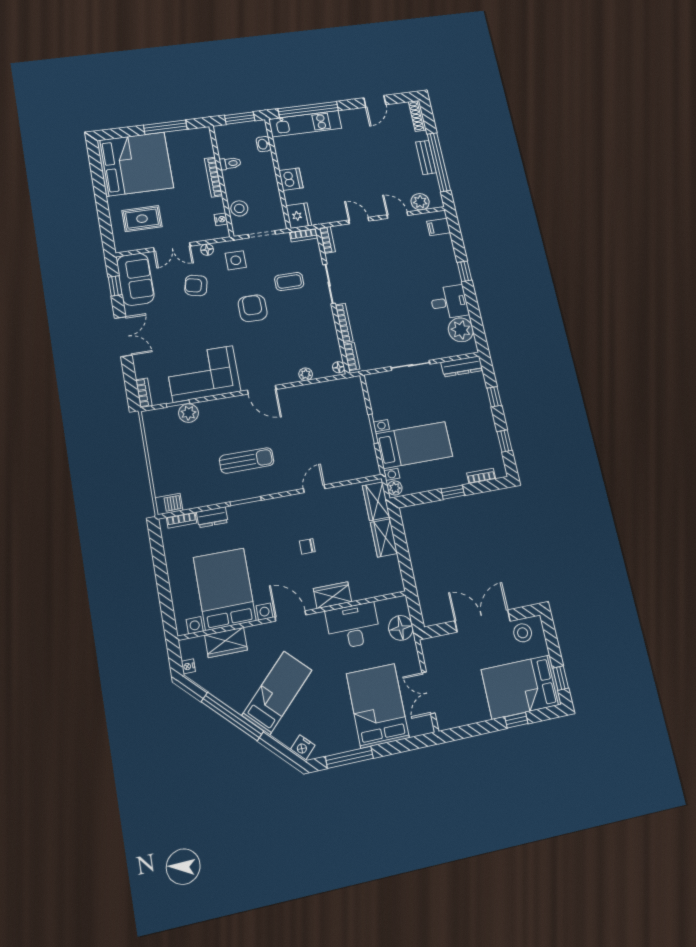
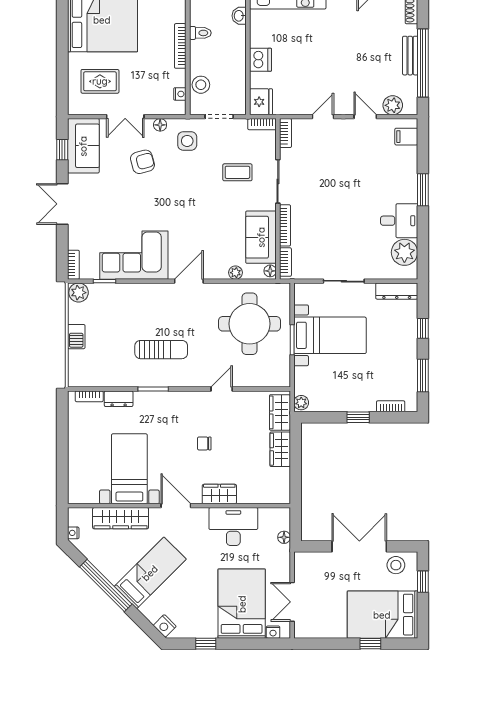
door: (359, 221) -> (323, 117), hinge flipped
window: (464, 271) -> (423, 190), width x1.50
armchair: (196, 286) -> (142, 162), turned 152
armchair: (253, 308) -> (195, 195), removed
double door: (123, 337) -> (62, 204), swing flipped
sofa: (323, 337) -> (261, 237), added
door: (262, 390) -> (189, 281), swing flipped
plant: (188, 413) -> (79, 293), moved
round table: (329, 421) -> (249, 324), added
window: (505, 441) -> (423, 376), width x1.50
bed with nightstands: (414, 445) -> (330, 335), moved
barbecue: (169, 504) -> (76, 337), moved, turned 90
bed with nightstands: (225, 589) -> (129, 469), width x0.73
floor lamp: (401, 628) -> (284, 537), width x0.53, depth x0.53
wardrobe: (226, 642) -> (121, 518), width x1.50
window: (561, 678) -> (423, 582), moved
nightstand: (416, 730) -> (273, 632), added
window: (349, 757) -> (206, 644), width x0.46

